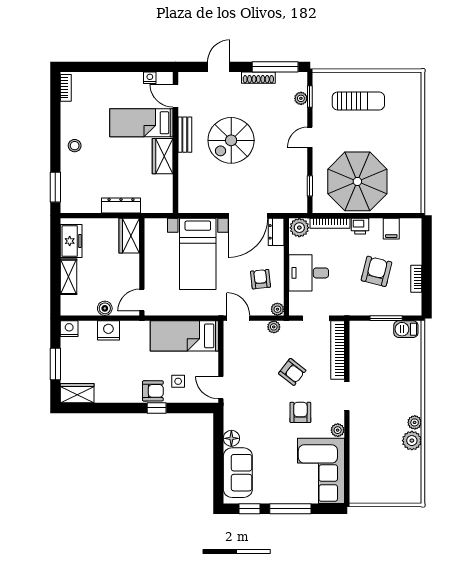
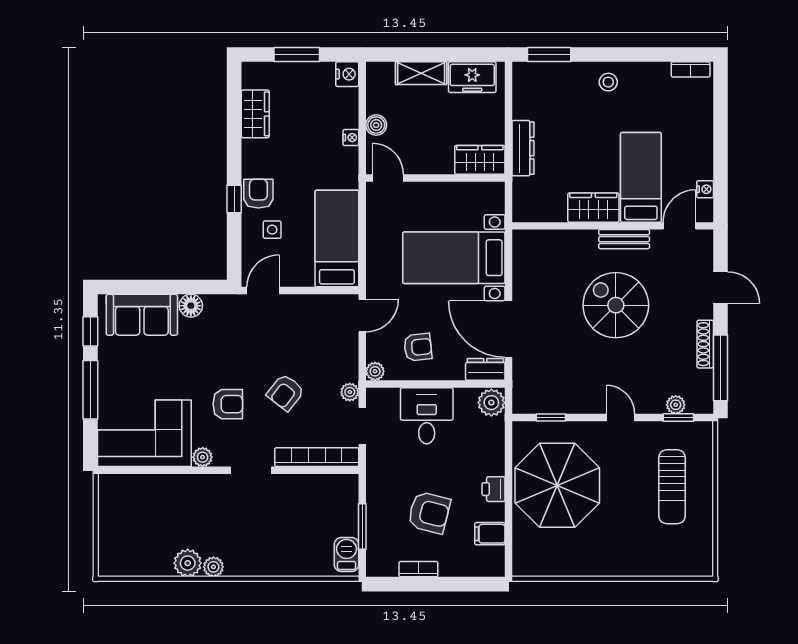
bookcase: (330, 223) -> (498, 446), removed
plant: (274, 327) -> (350, 392), moved
nightstand: (108, 330) -> (351, 138), width x0.53, depth x0.56
armchair: (153, 391) -> (258, 194), turned 180
wardrobe: (77, 393) -> (255, 114), moved

